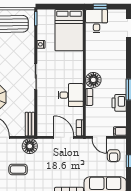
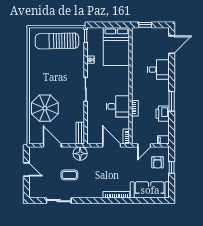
desk: (97, 21) -> (158, 70), moved, turned 90
floor lamp: (93, 80) -> (139, 92), removed
door: (99, 137) -> (144, 145), hinge flipped

